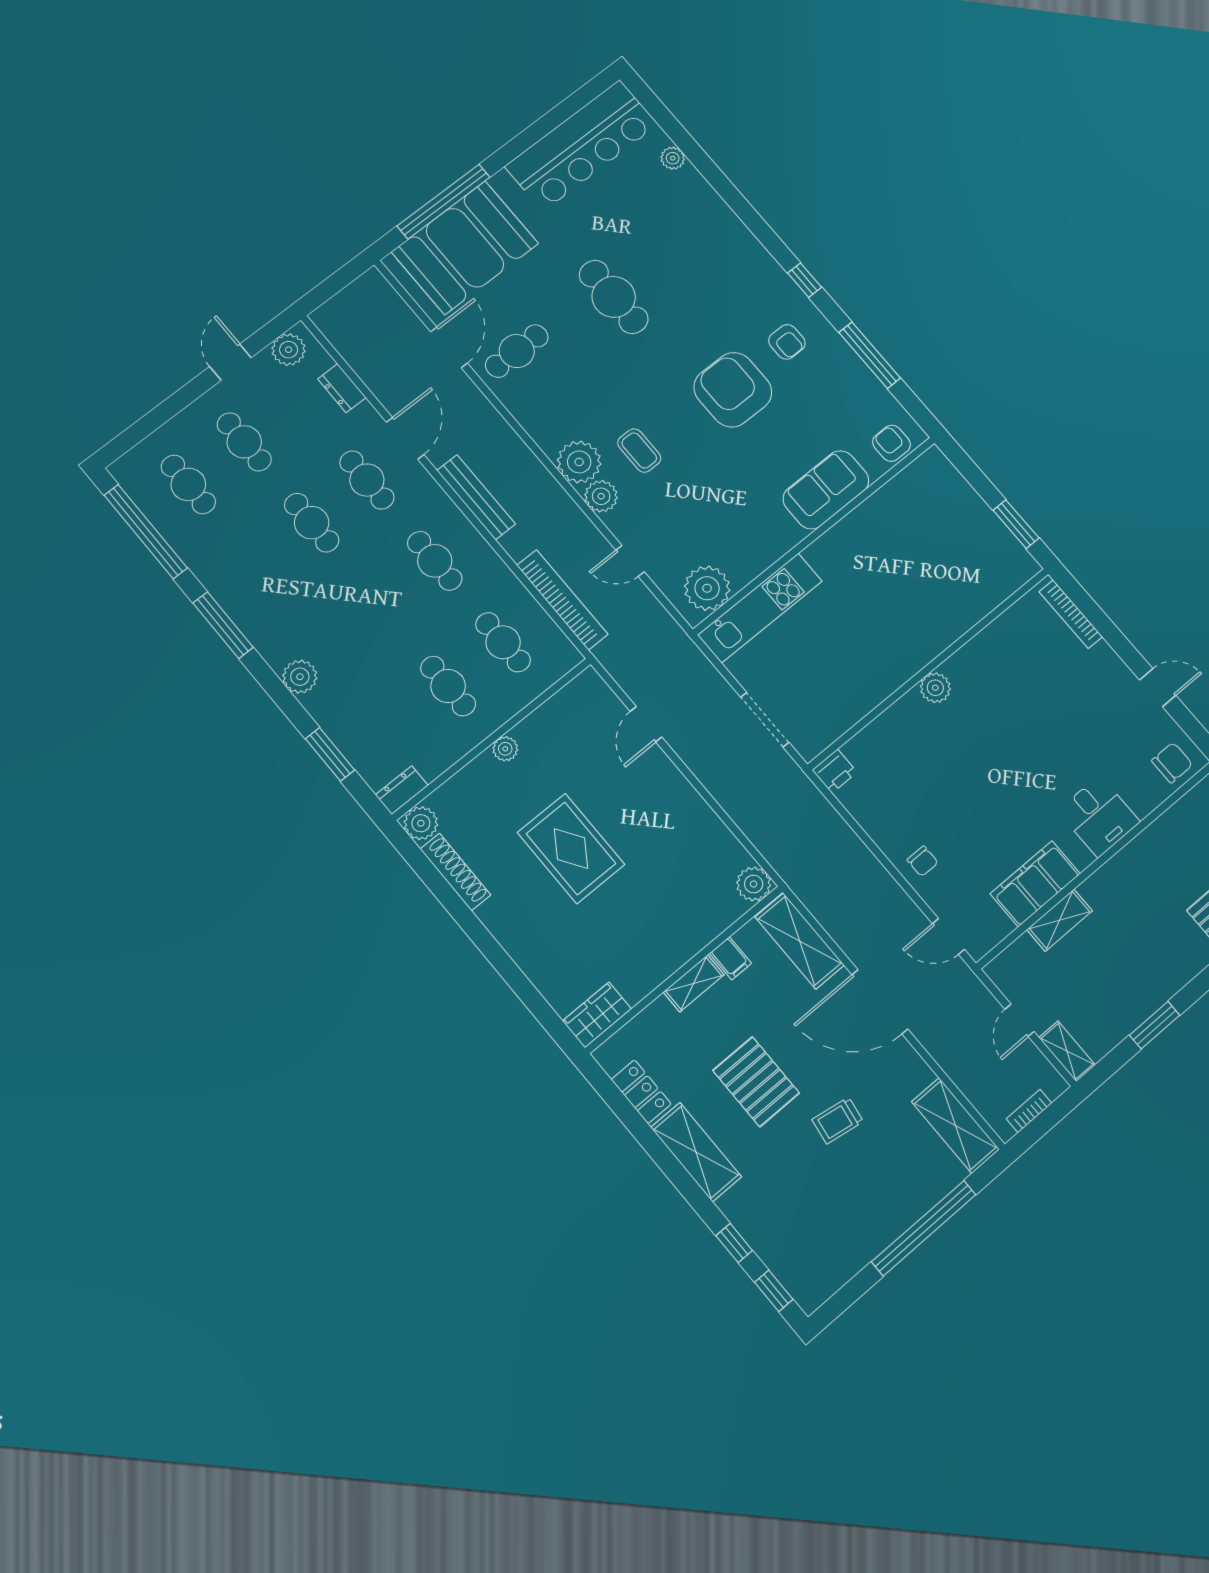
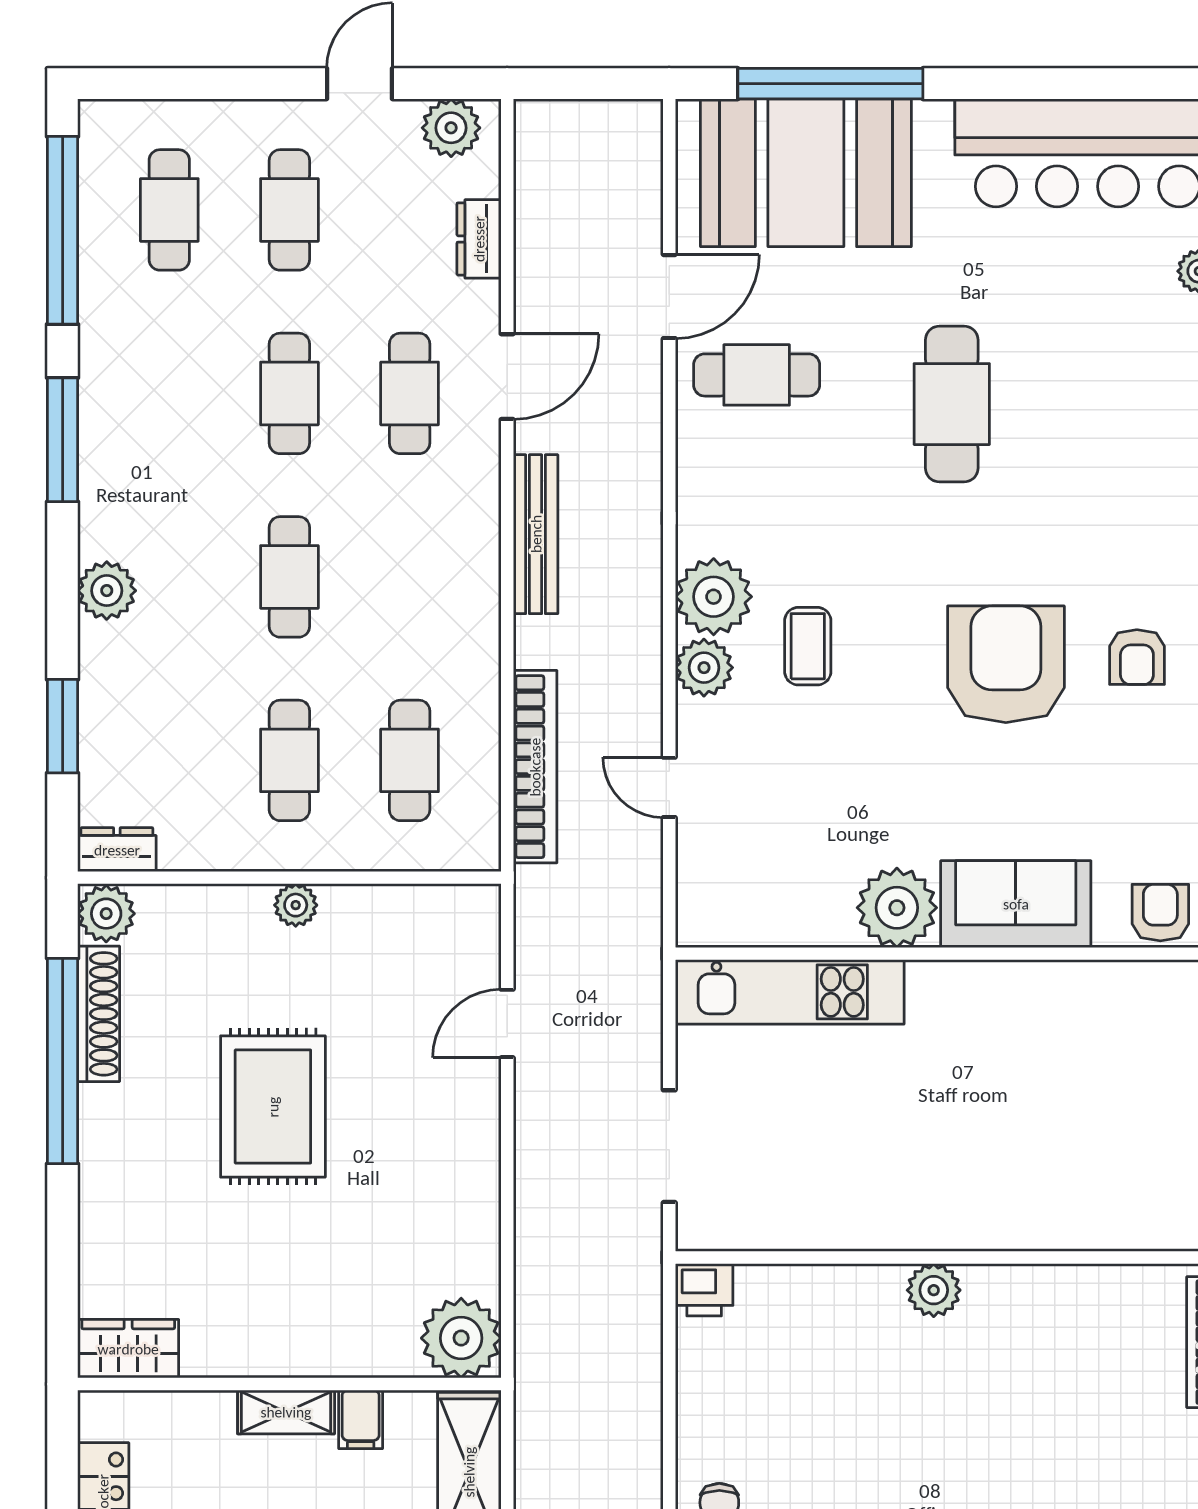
cafe table: (435, 561) -> (289, 577), moved
plant: (707, 588) -> (897, 908), moved
plant: (754, 884) -> (461, 1338), width x1.36, depth x1.36
window: (456, 907) -> (63, 1061), added

